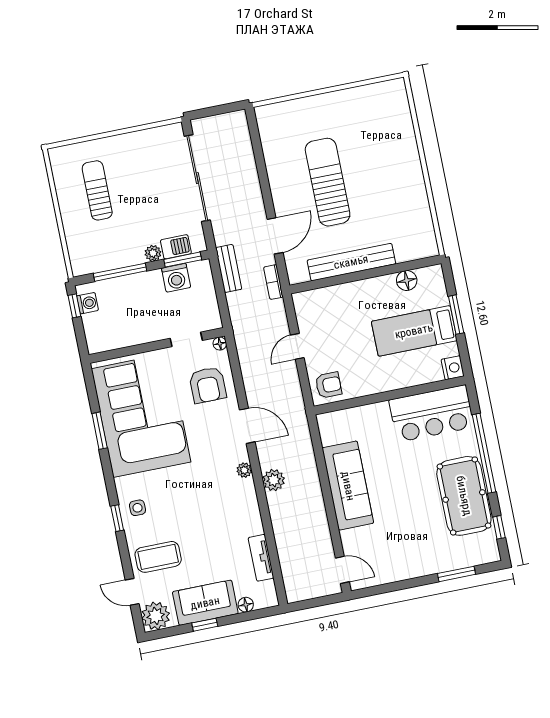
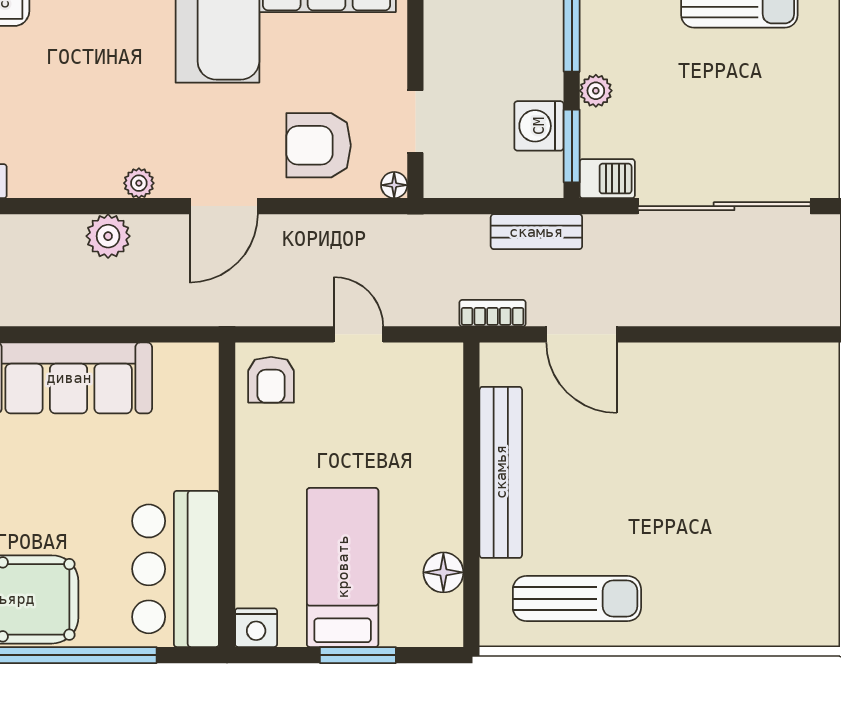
sun lounger: (328, 182) -> (577, 599), moved, width x0.73, depth x0.75
barbecue: (176, 247) -> (607, 179), moved, turned -90

